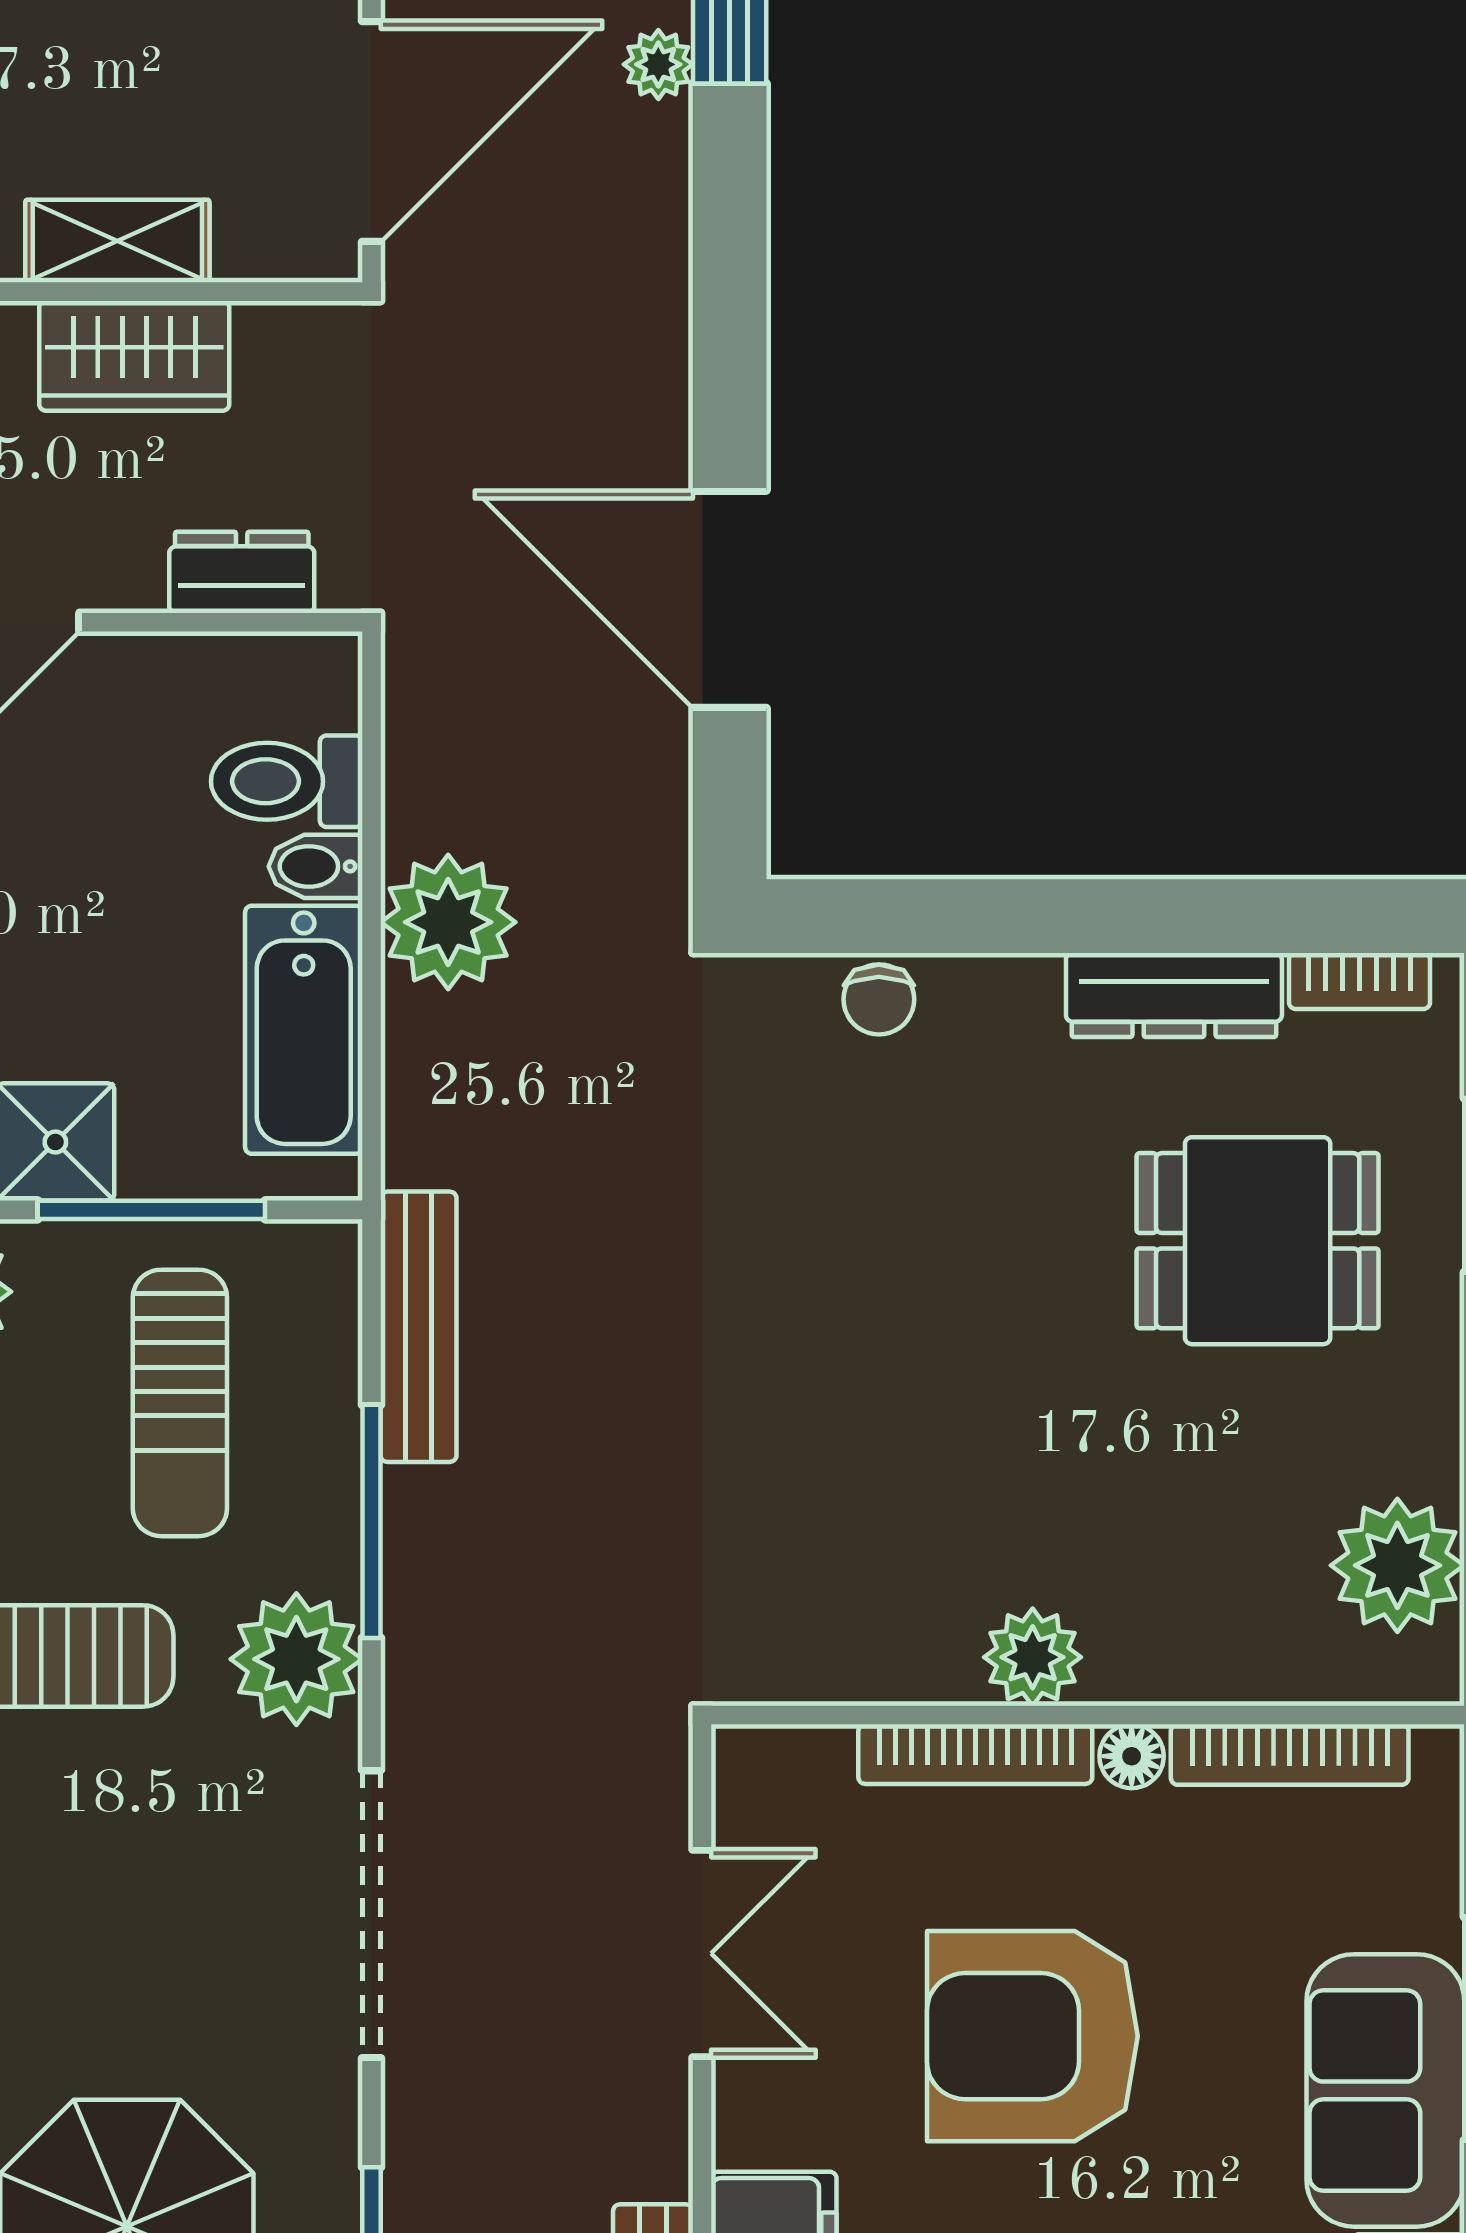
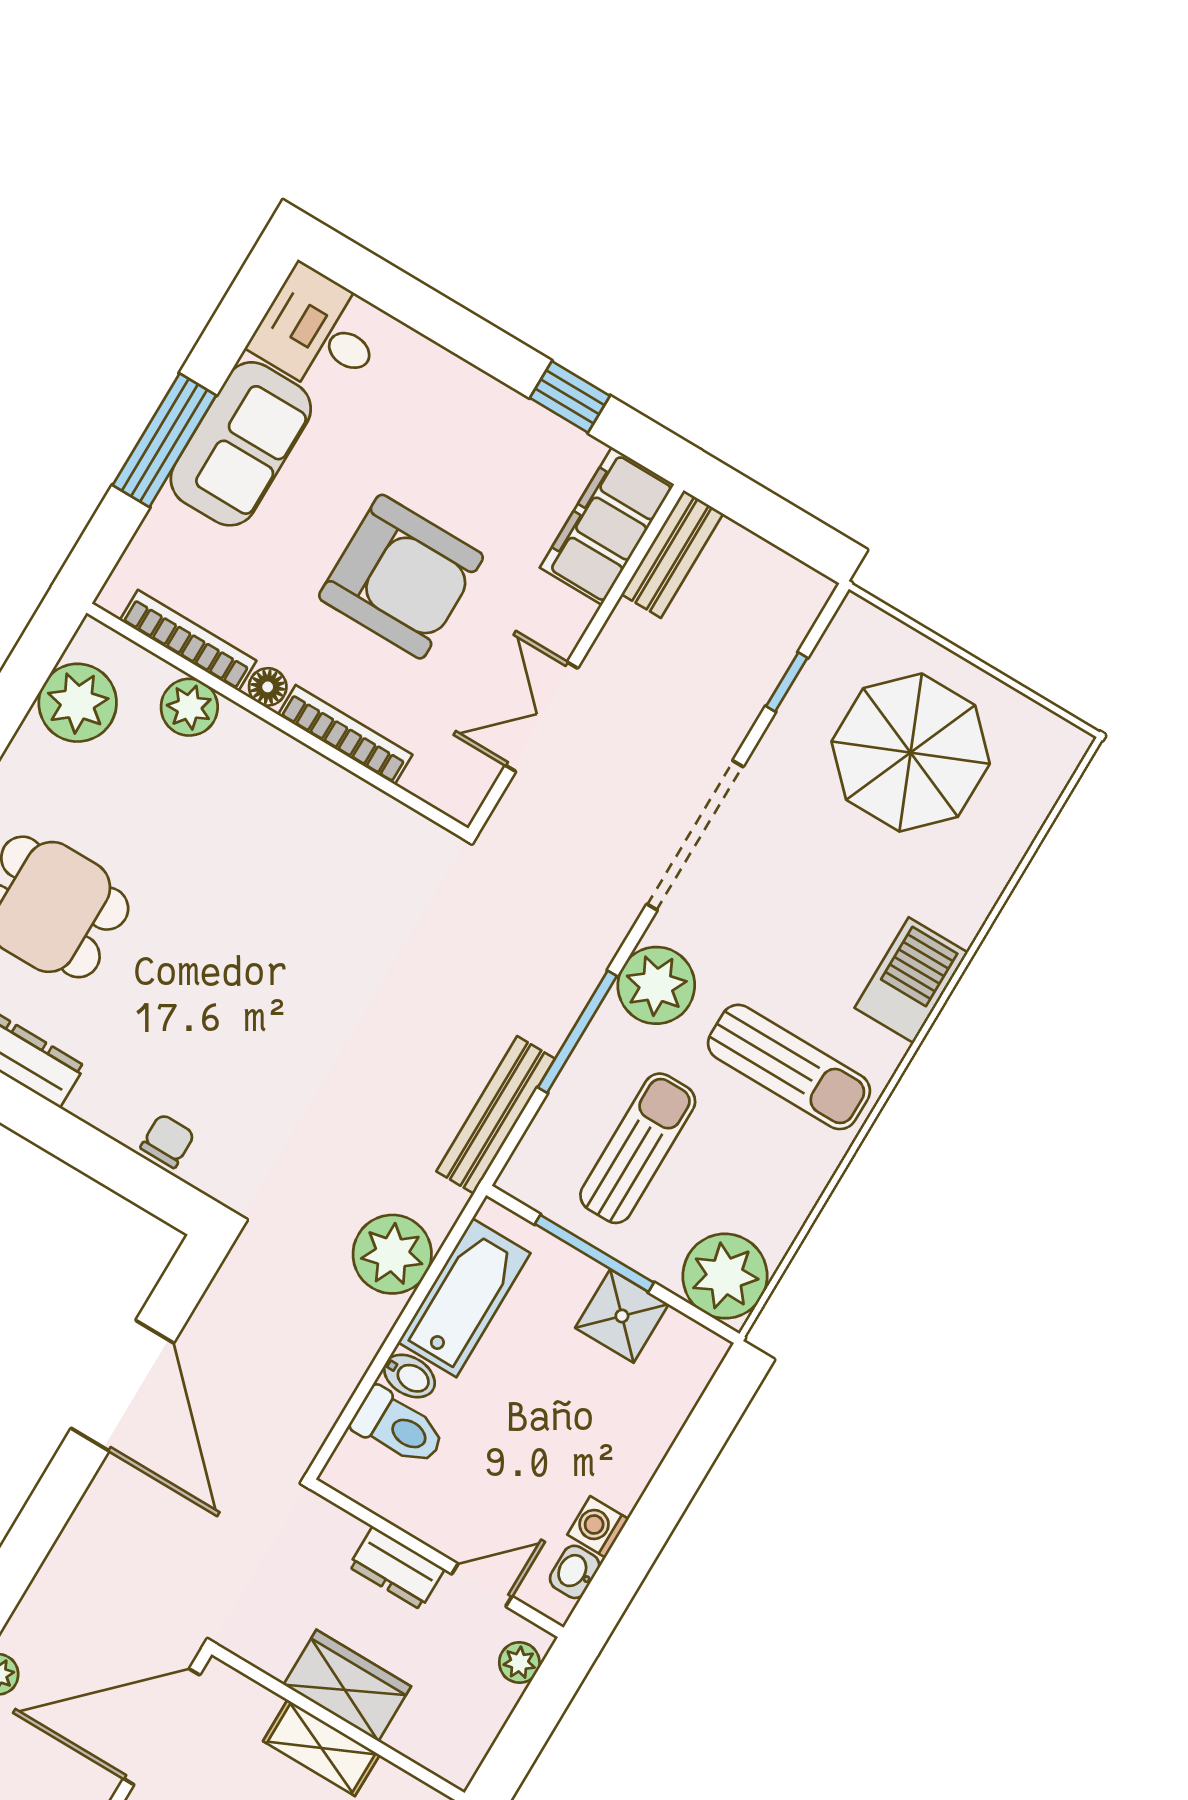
dresser: (242, 572) -> (397, 1568), moved
plant: (448, 922) -> (392, 1254), moved
plant: (1033, 1657) -> (189, 707), moved

